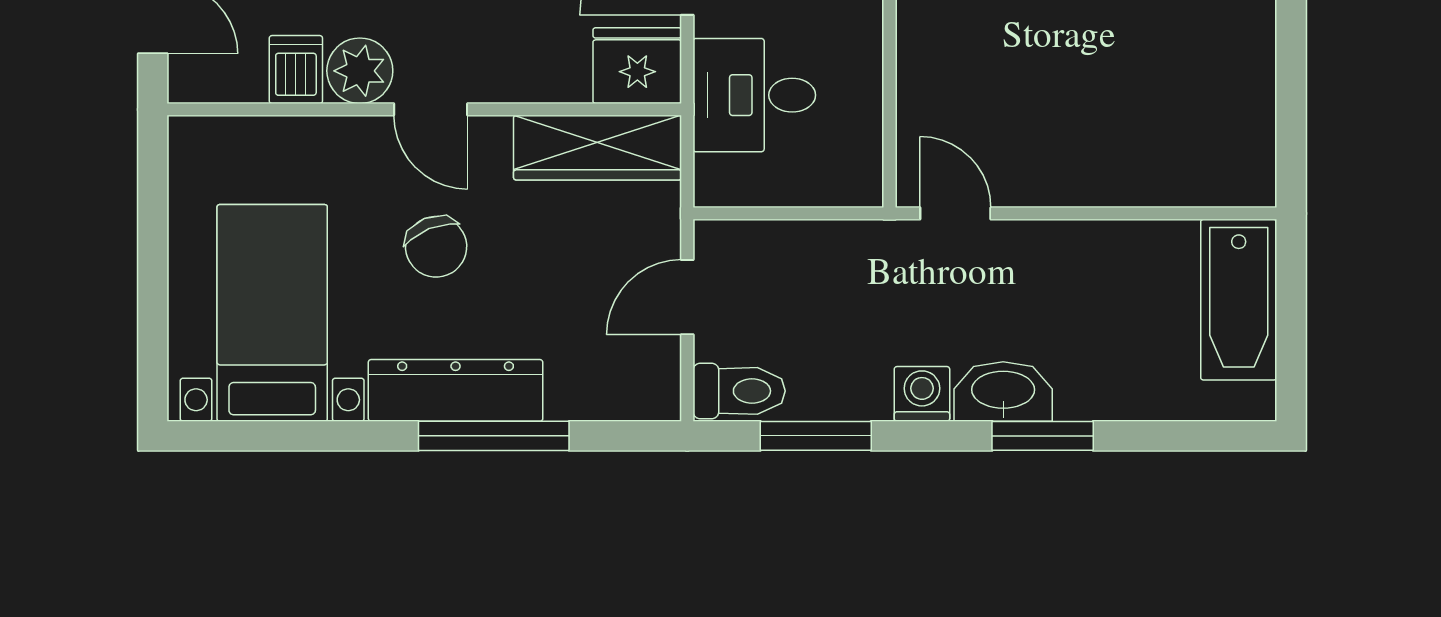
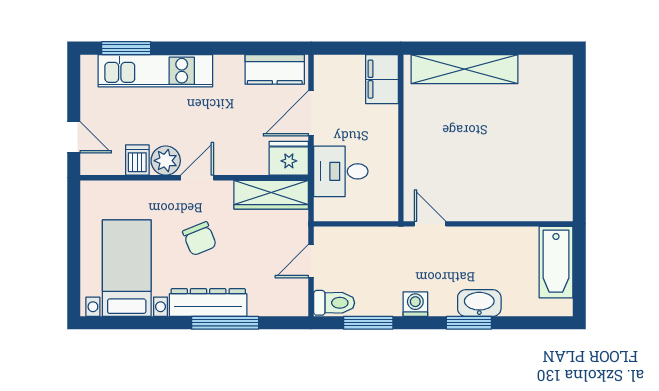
door: (431, 109) -> (197, 178), swing flipped
washbasin: (1003, 392) -> (479, 303), moved

